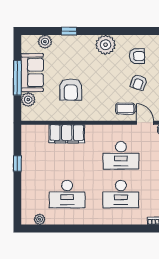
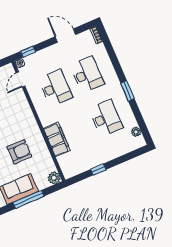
plant: (28, 100) -> (54, 178), moved
coffee table: (125, 109) -> (16, 101), removed
window: (86, 229) -> (127, 91), added

